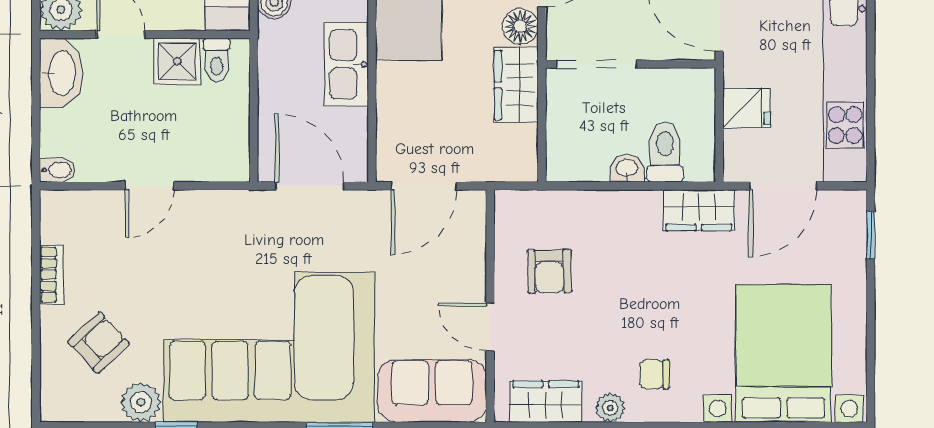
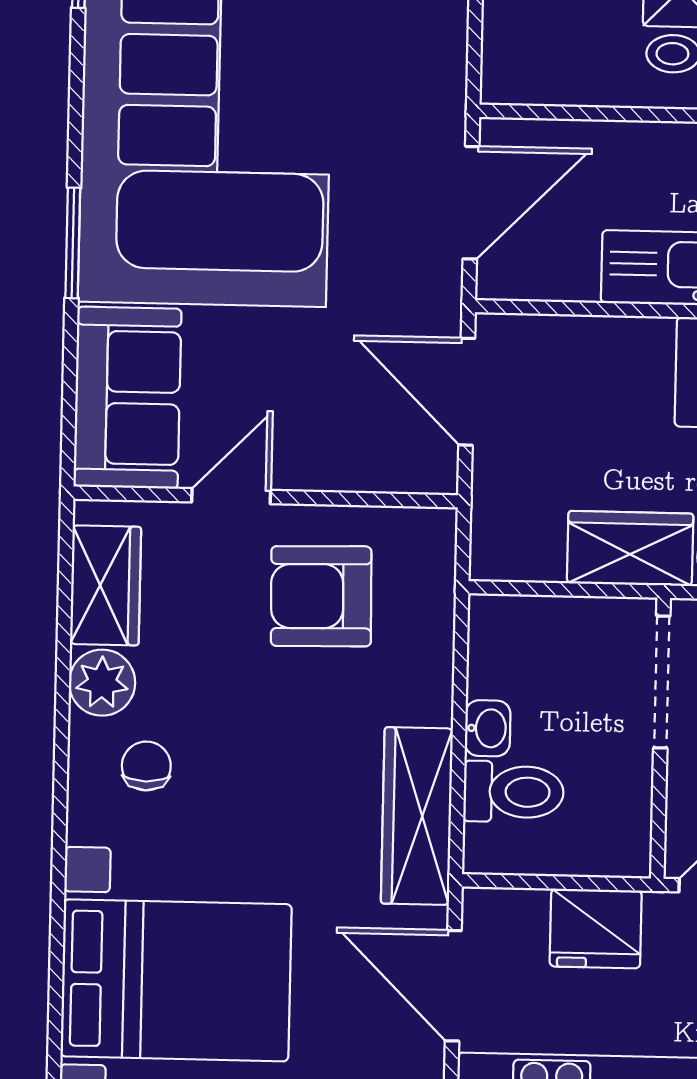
fridge: (746, 108) -> (596, 928), width x1.38
wardrobe: (699, 210) -> (417, 816), width x1.50
armchair: (549, 271) -> (321, 596), width x1.38, depth x1.38
plant: (610, 408) -> (102, 683), width x1.38, depth x1.38

